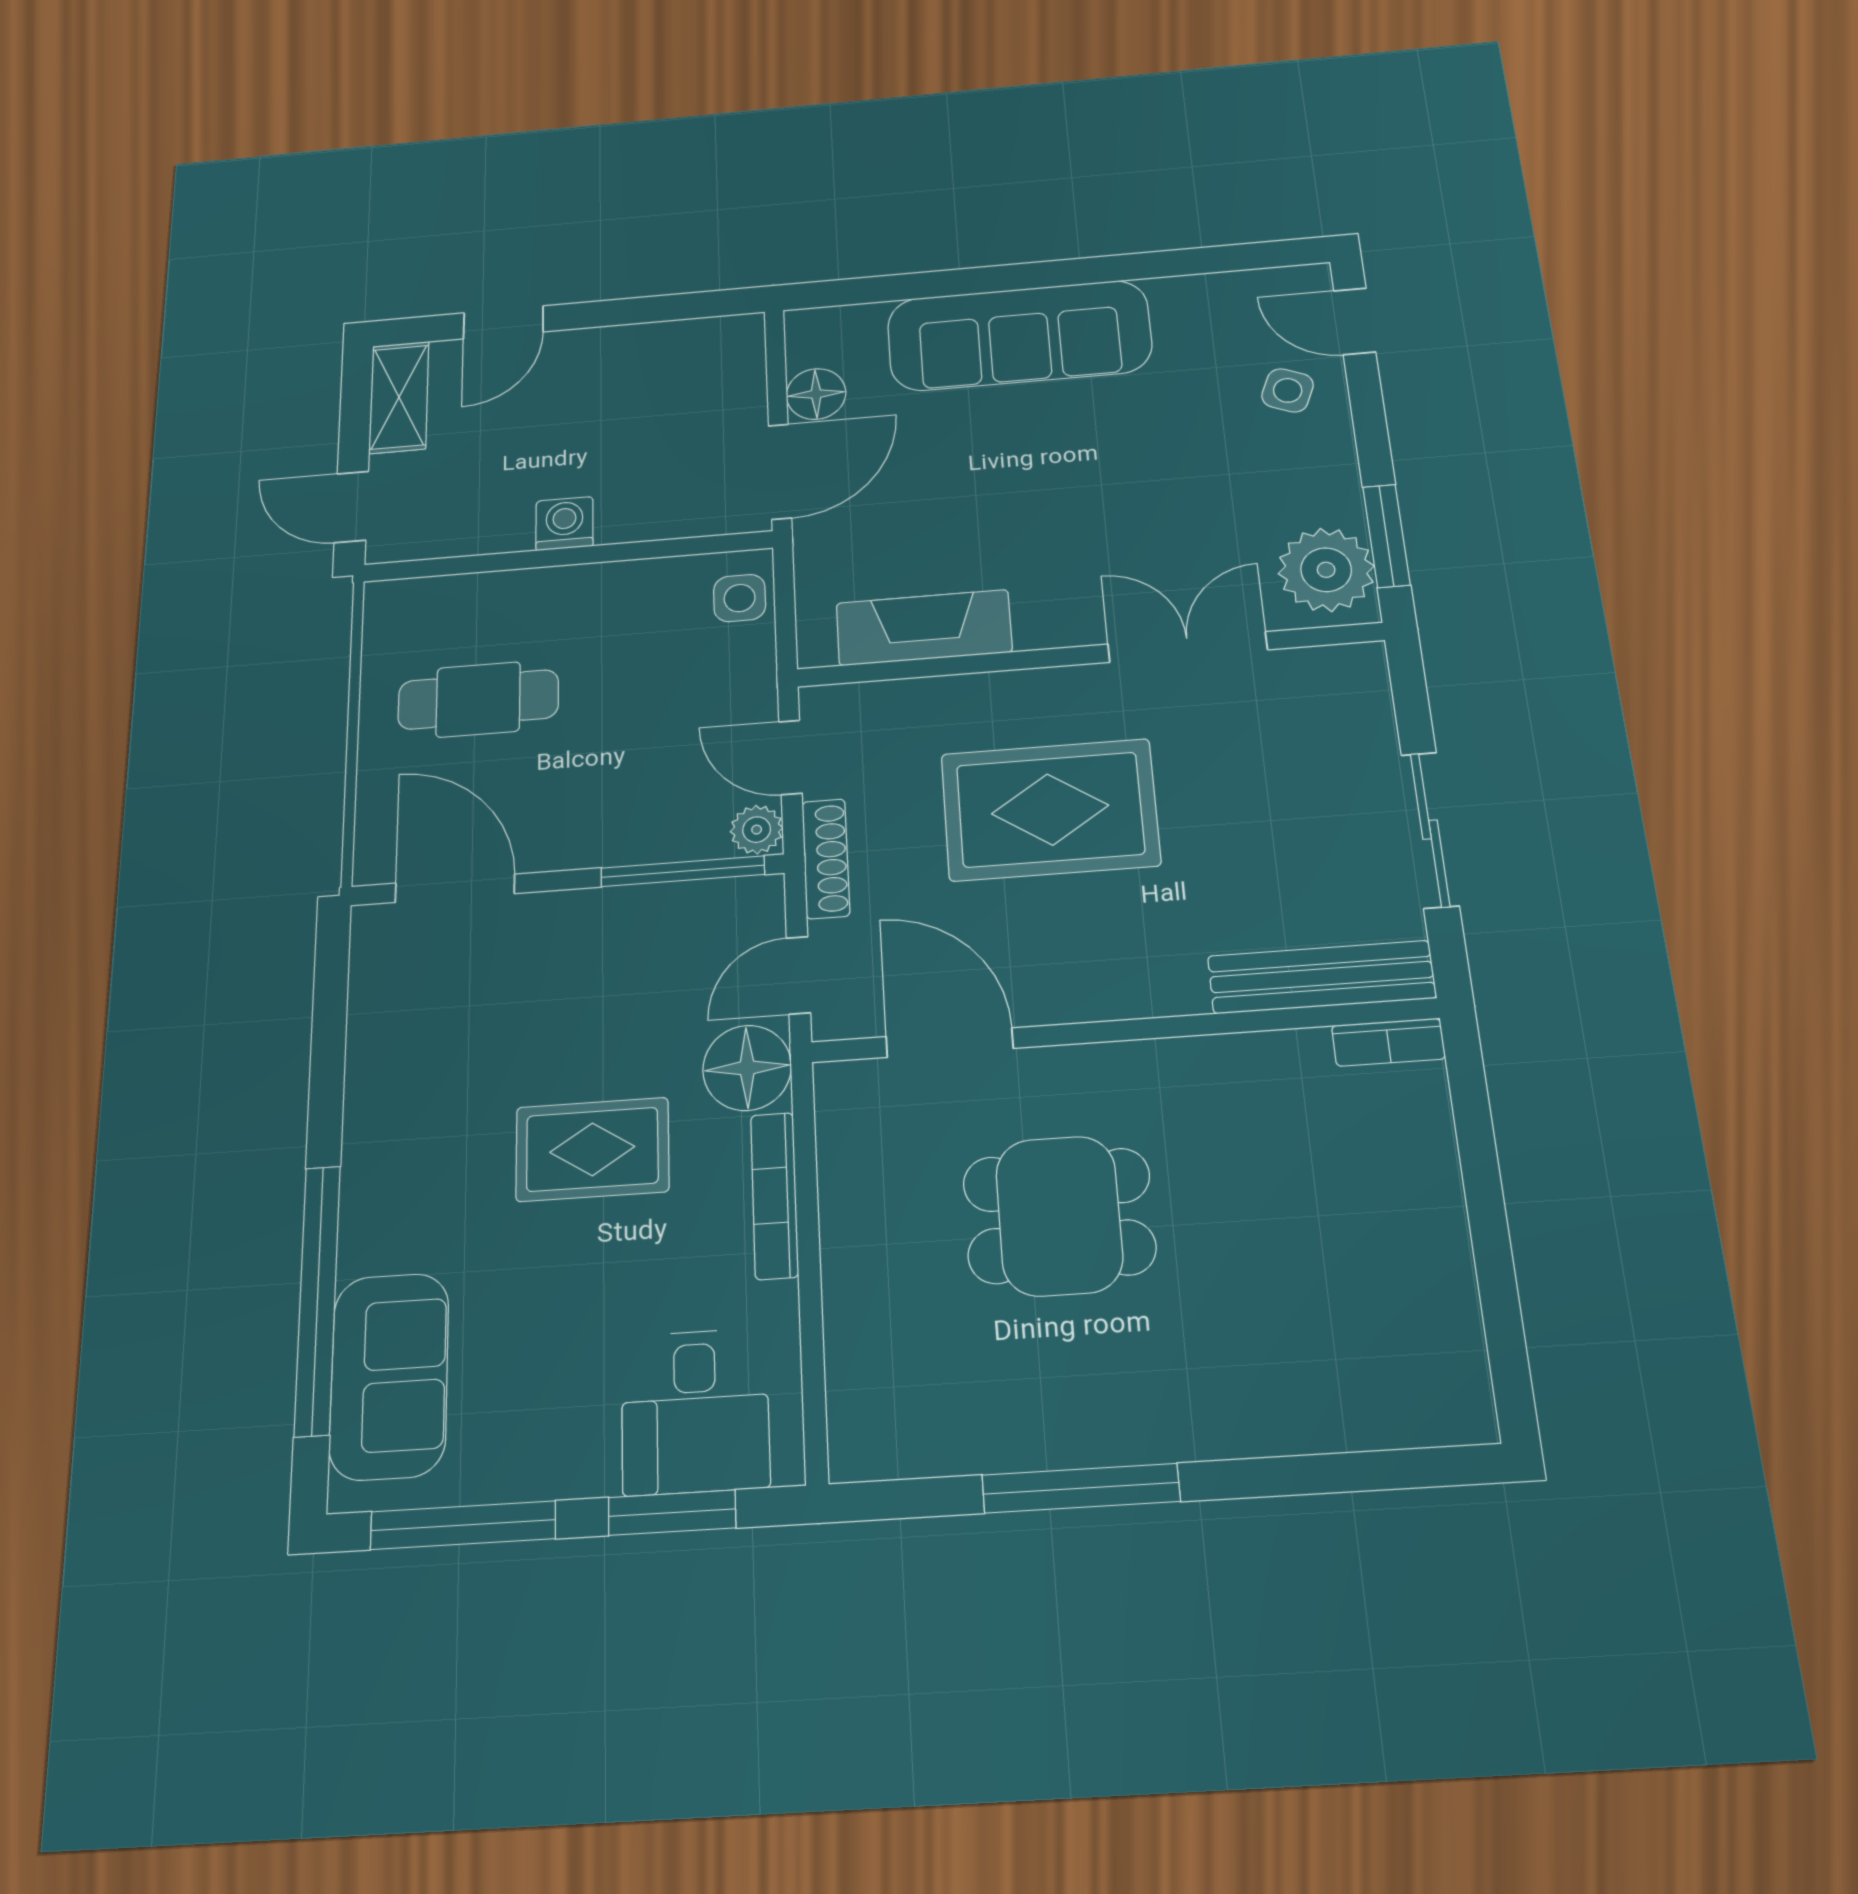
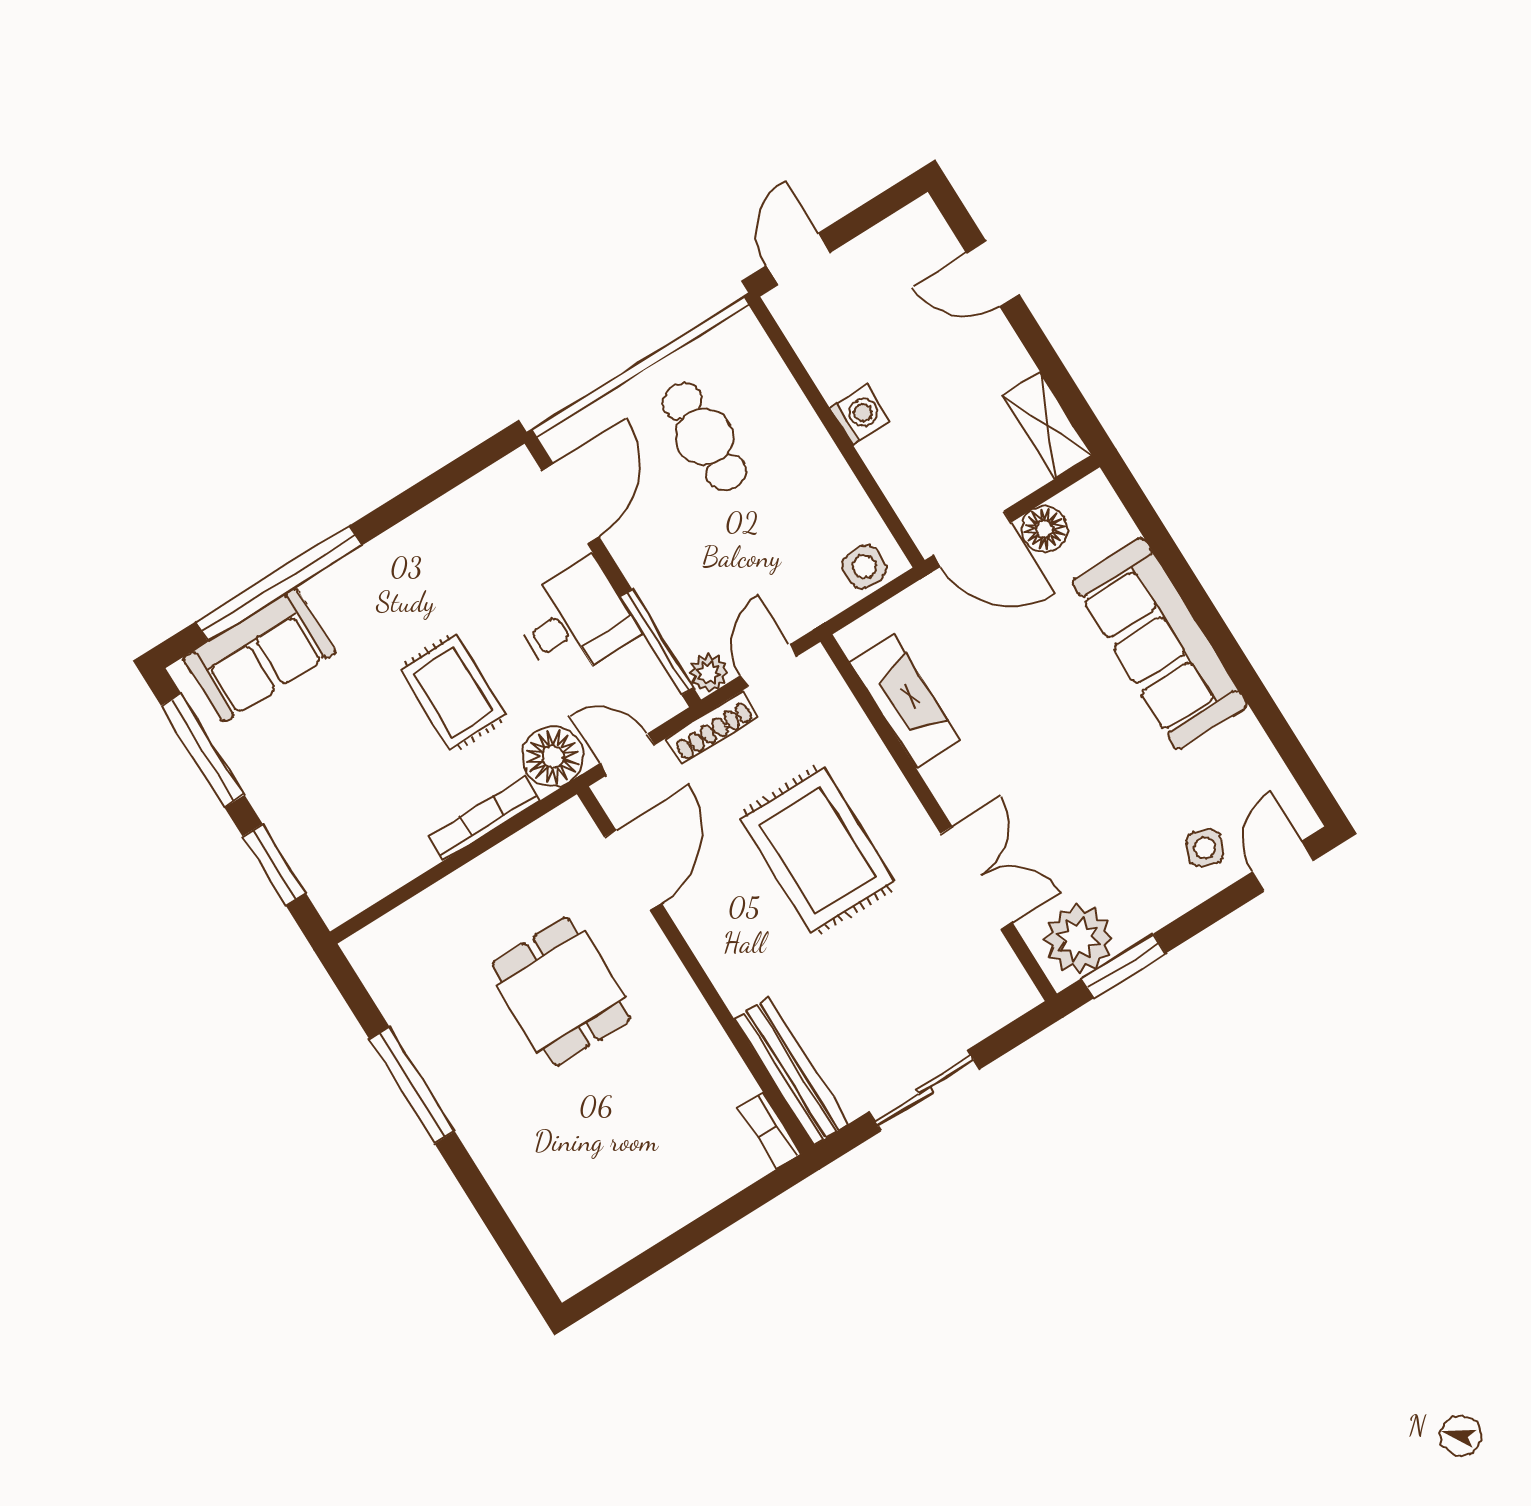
shelving: (399, 397) -> (1047, 425), moved, turned 90
desk: (695, 1411) -> (574, 620), moved, turned 180

